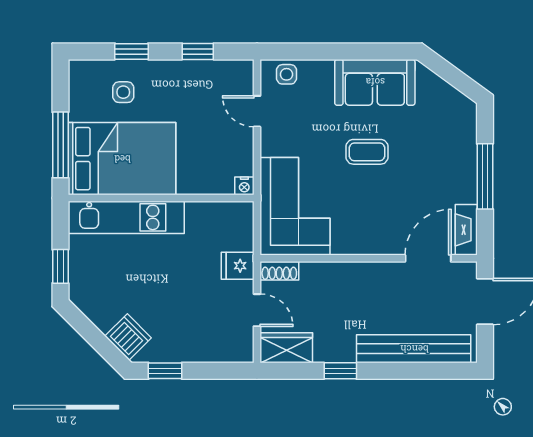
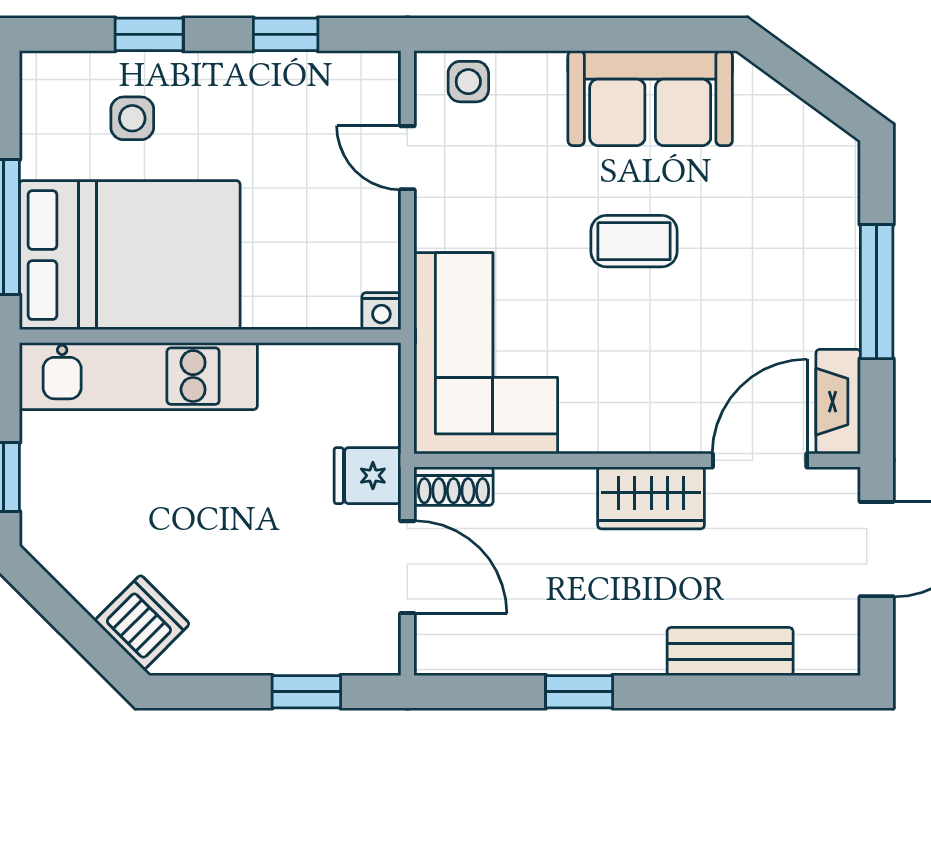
door: (257, 310) -> (407, 567), width x1.38
wardrobe: (286, 348) -> (651, 498), moved, turned 180
bench: (414, 349) -> (730, 652), width x0.54, depth x0.82
window: (165, 371) -> (306, 692), moved

